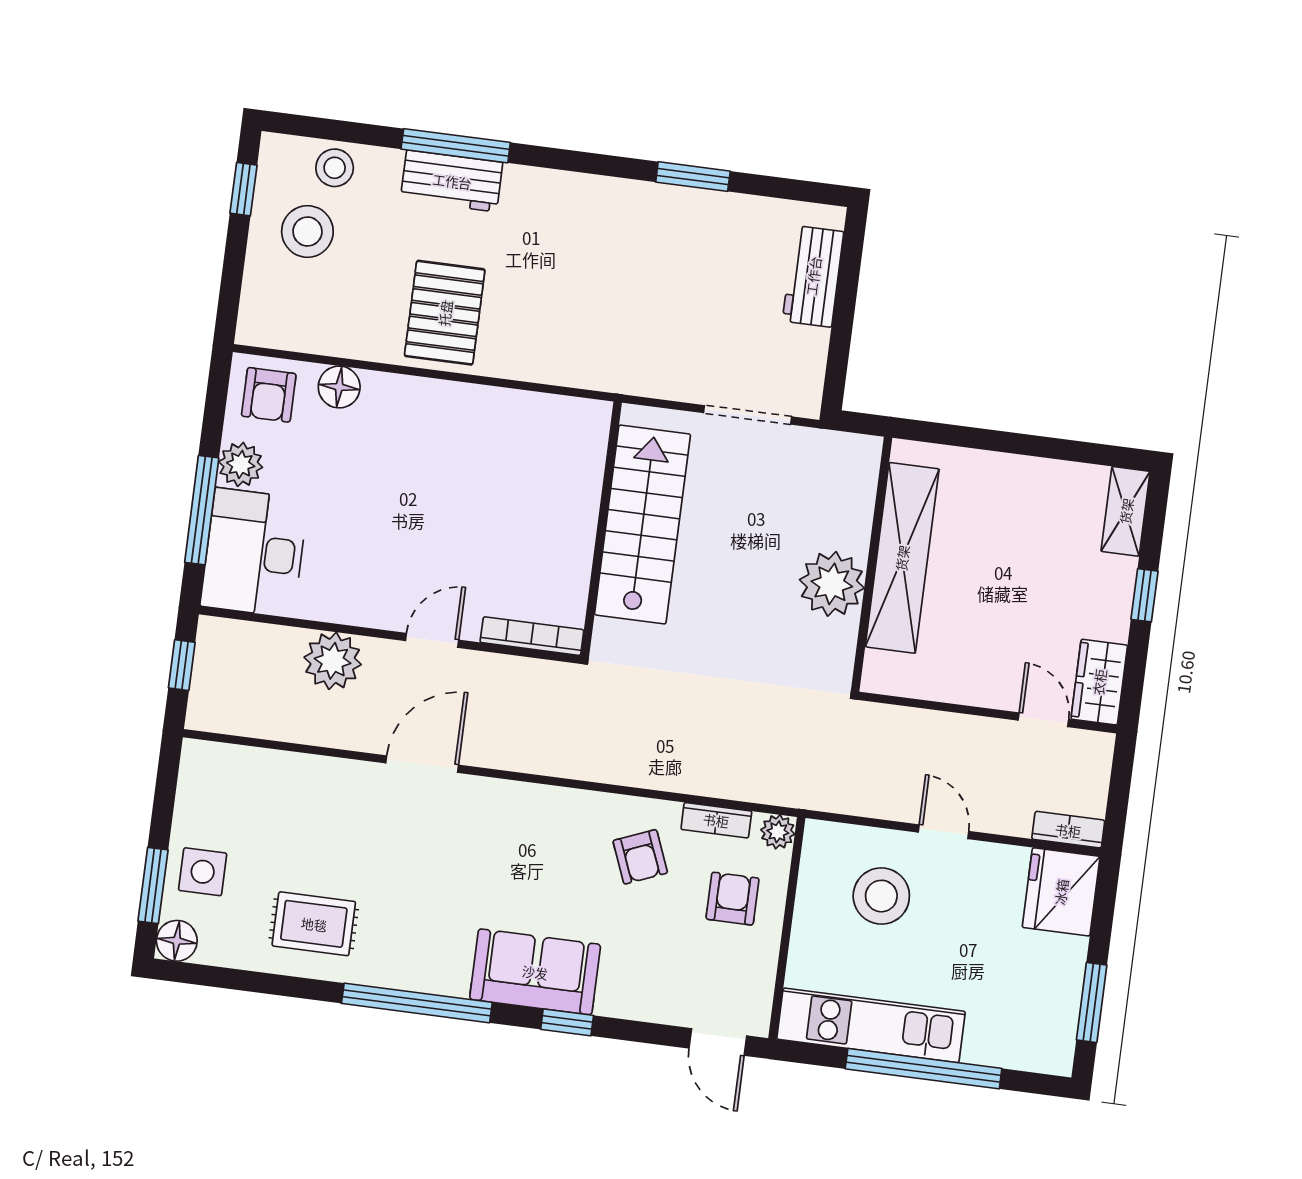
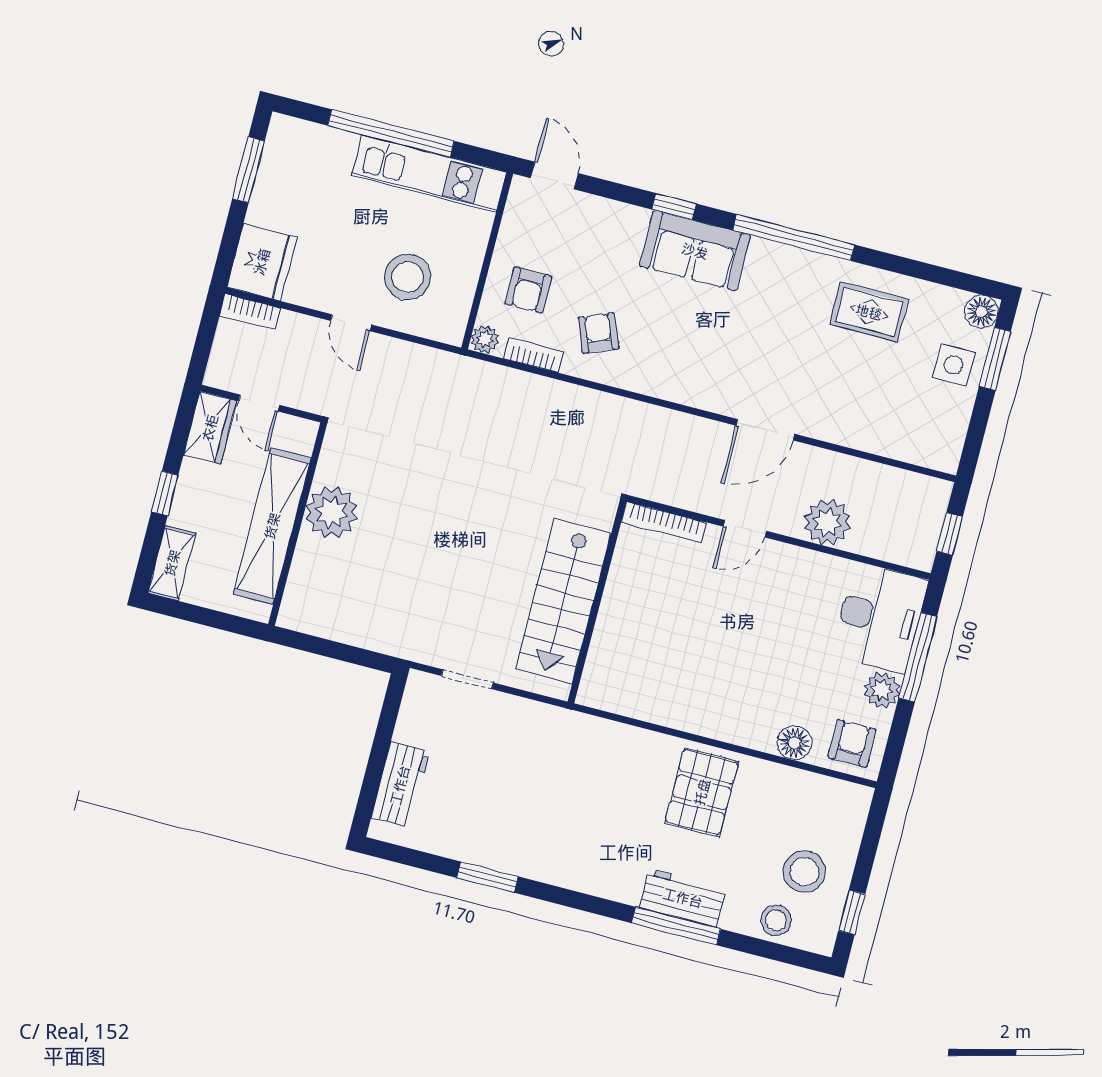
doorway: (748, 415) -> (467, 679), width x0.73
shelving: (902, 558) -> (272, 526), moved
wall: (872, 564) -> (298, 524), moved
plant: (832, 584) -> (332, 512), moved

